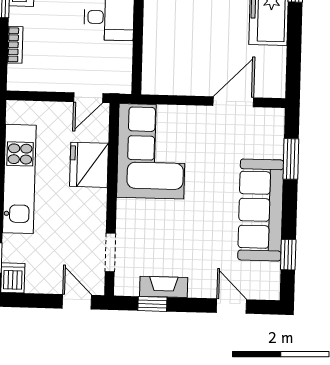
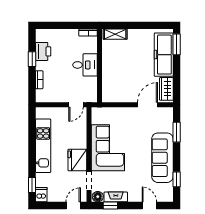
wardrobe: (273, 71) -> (166, 89), added
corner sofa: (151, 151) -> (108, 148), moved
fridge: (89, 165) -> (77, 160), moved
floor lamp: (127, 285) -> (98, 197), added
door: (77, 302) -> (73, 205), hinge flipped

